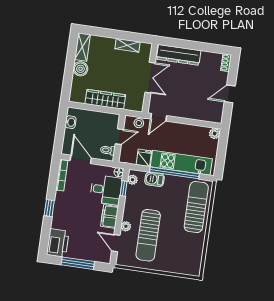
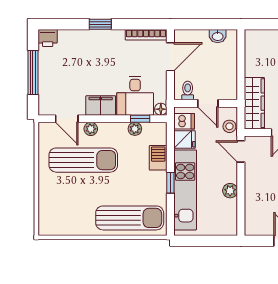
wardrobe: (105, 99) -> (254, 103), moved
plant: (215, 133) -> (230, 191), moved
dishwasher: (130, 156) -> (184, 121), added
window: (174, 173) -> (170, 183), width x0.32
plant: (133, 180) -> (135, 129), moved
sun lounger: (148, 235) -> (83, 160), turned 180
printer: (58, 243) -> (48, 38), width x0.53, depth x0.68
door: (116, 243) -> (67, 119), swing flipped

